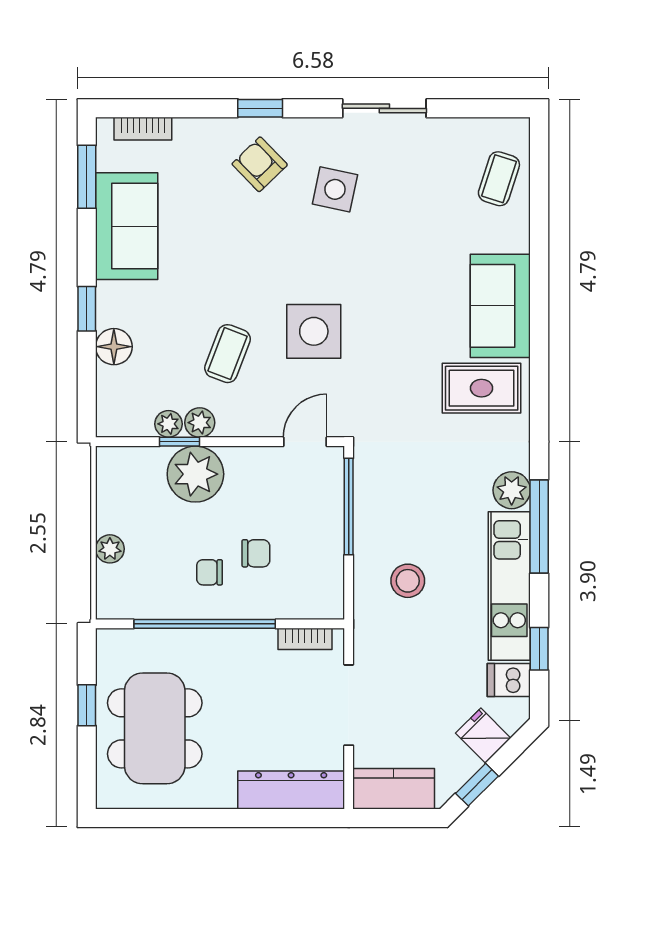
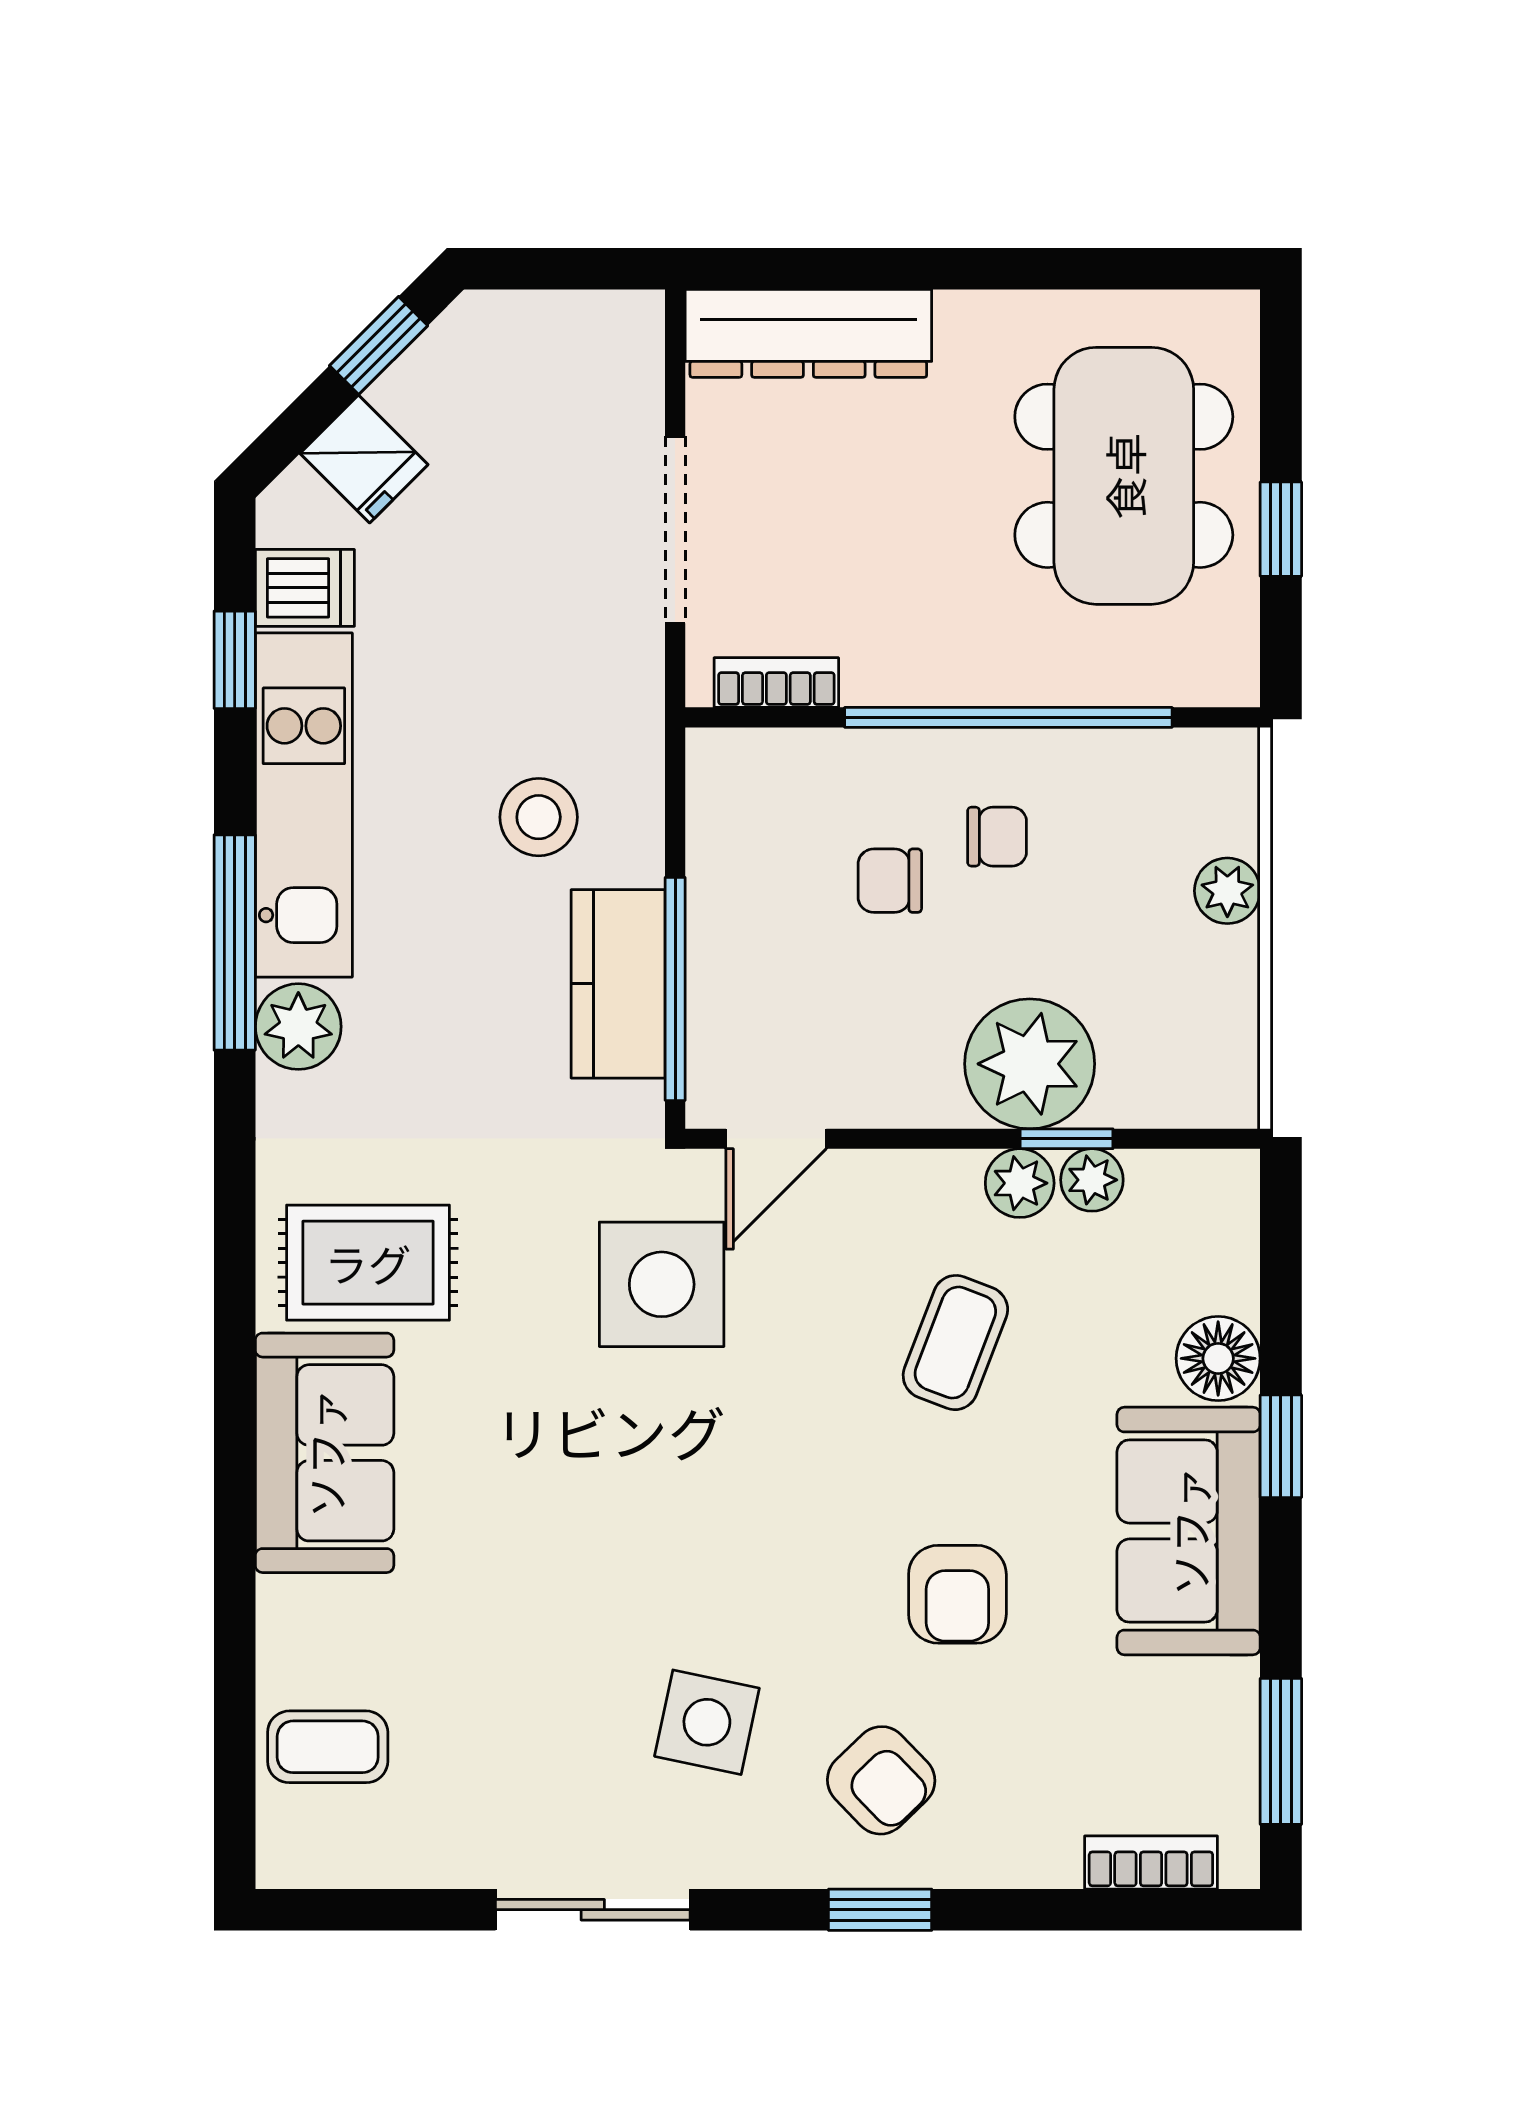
coffee table: (499, 179) -> (328, 1747), turned 72
sofa: (127, 226) -> (1189, 1531), moved
armchair: (227, 245) -> (957, 1594), added
side table: (314, 331) -> (662, 1284), moved
kitchen counter: (394, 789) -> (618, 984), moved, turned 90

